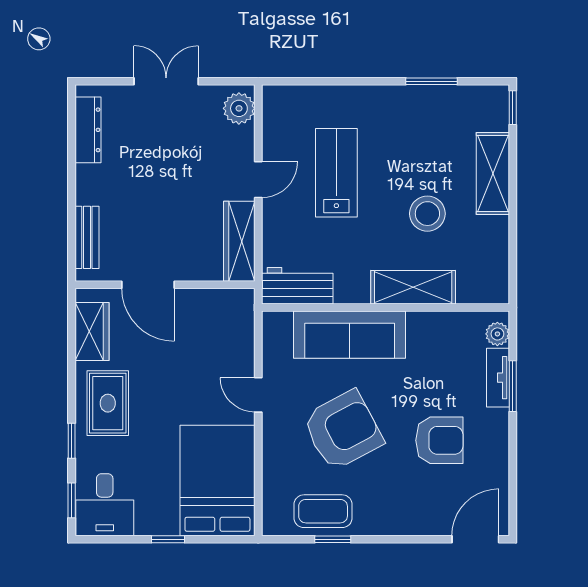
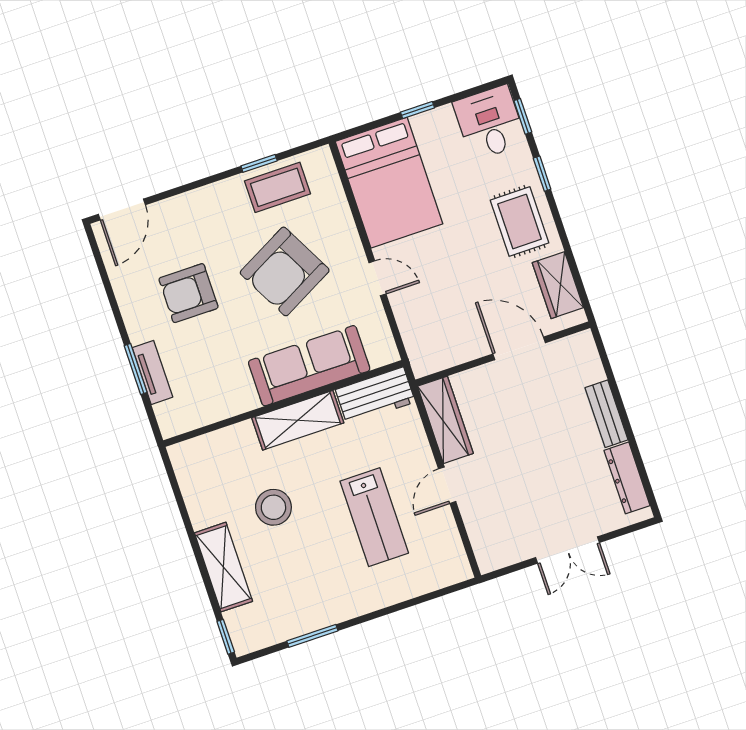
plant: (239, 108) -> (489, 548), removed
bench: (87, 237) -> (607, 414), moved
shelving: (413, 287) -> (298, 420), moved
plant: (497, 334) -> (167, 414), removed

